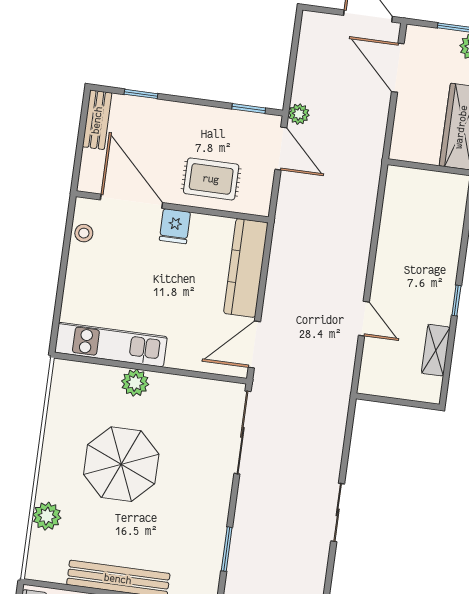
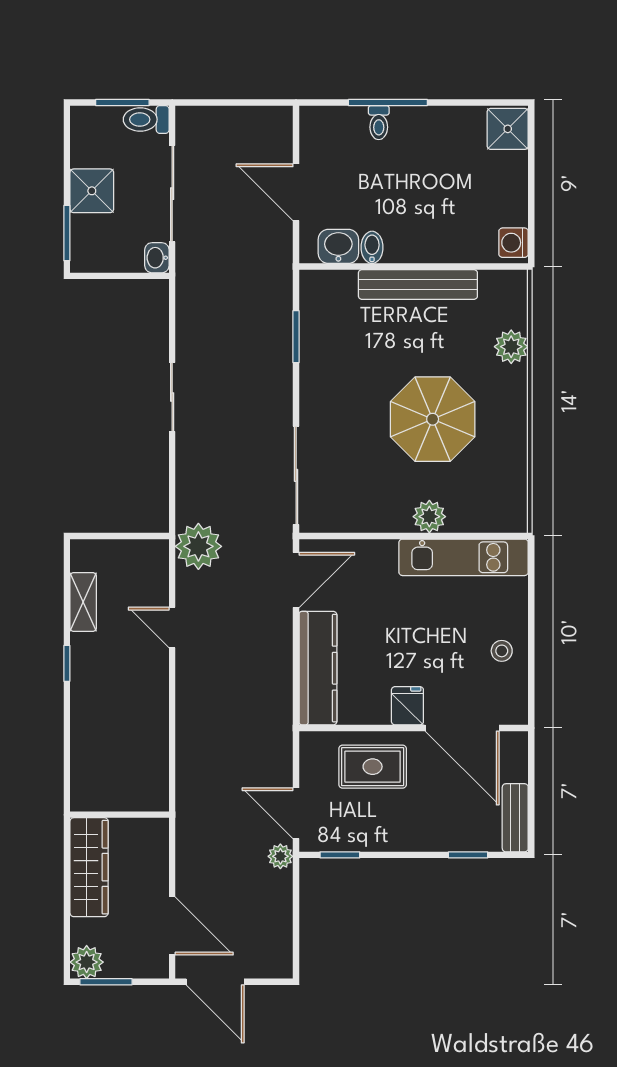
stool: (84, 233) -> (502, 651), moved
plant: (332, 384) -> (198, 546), added

